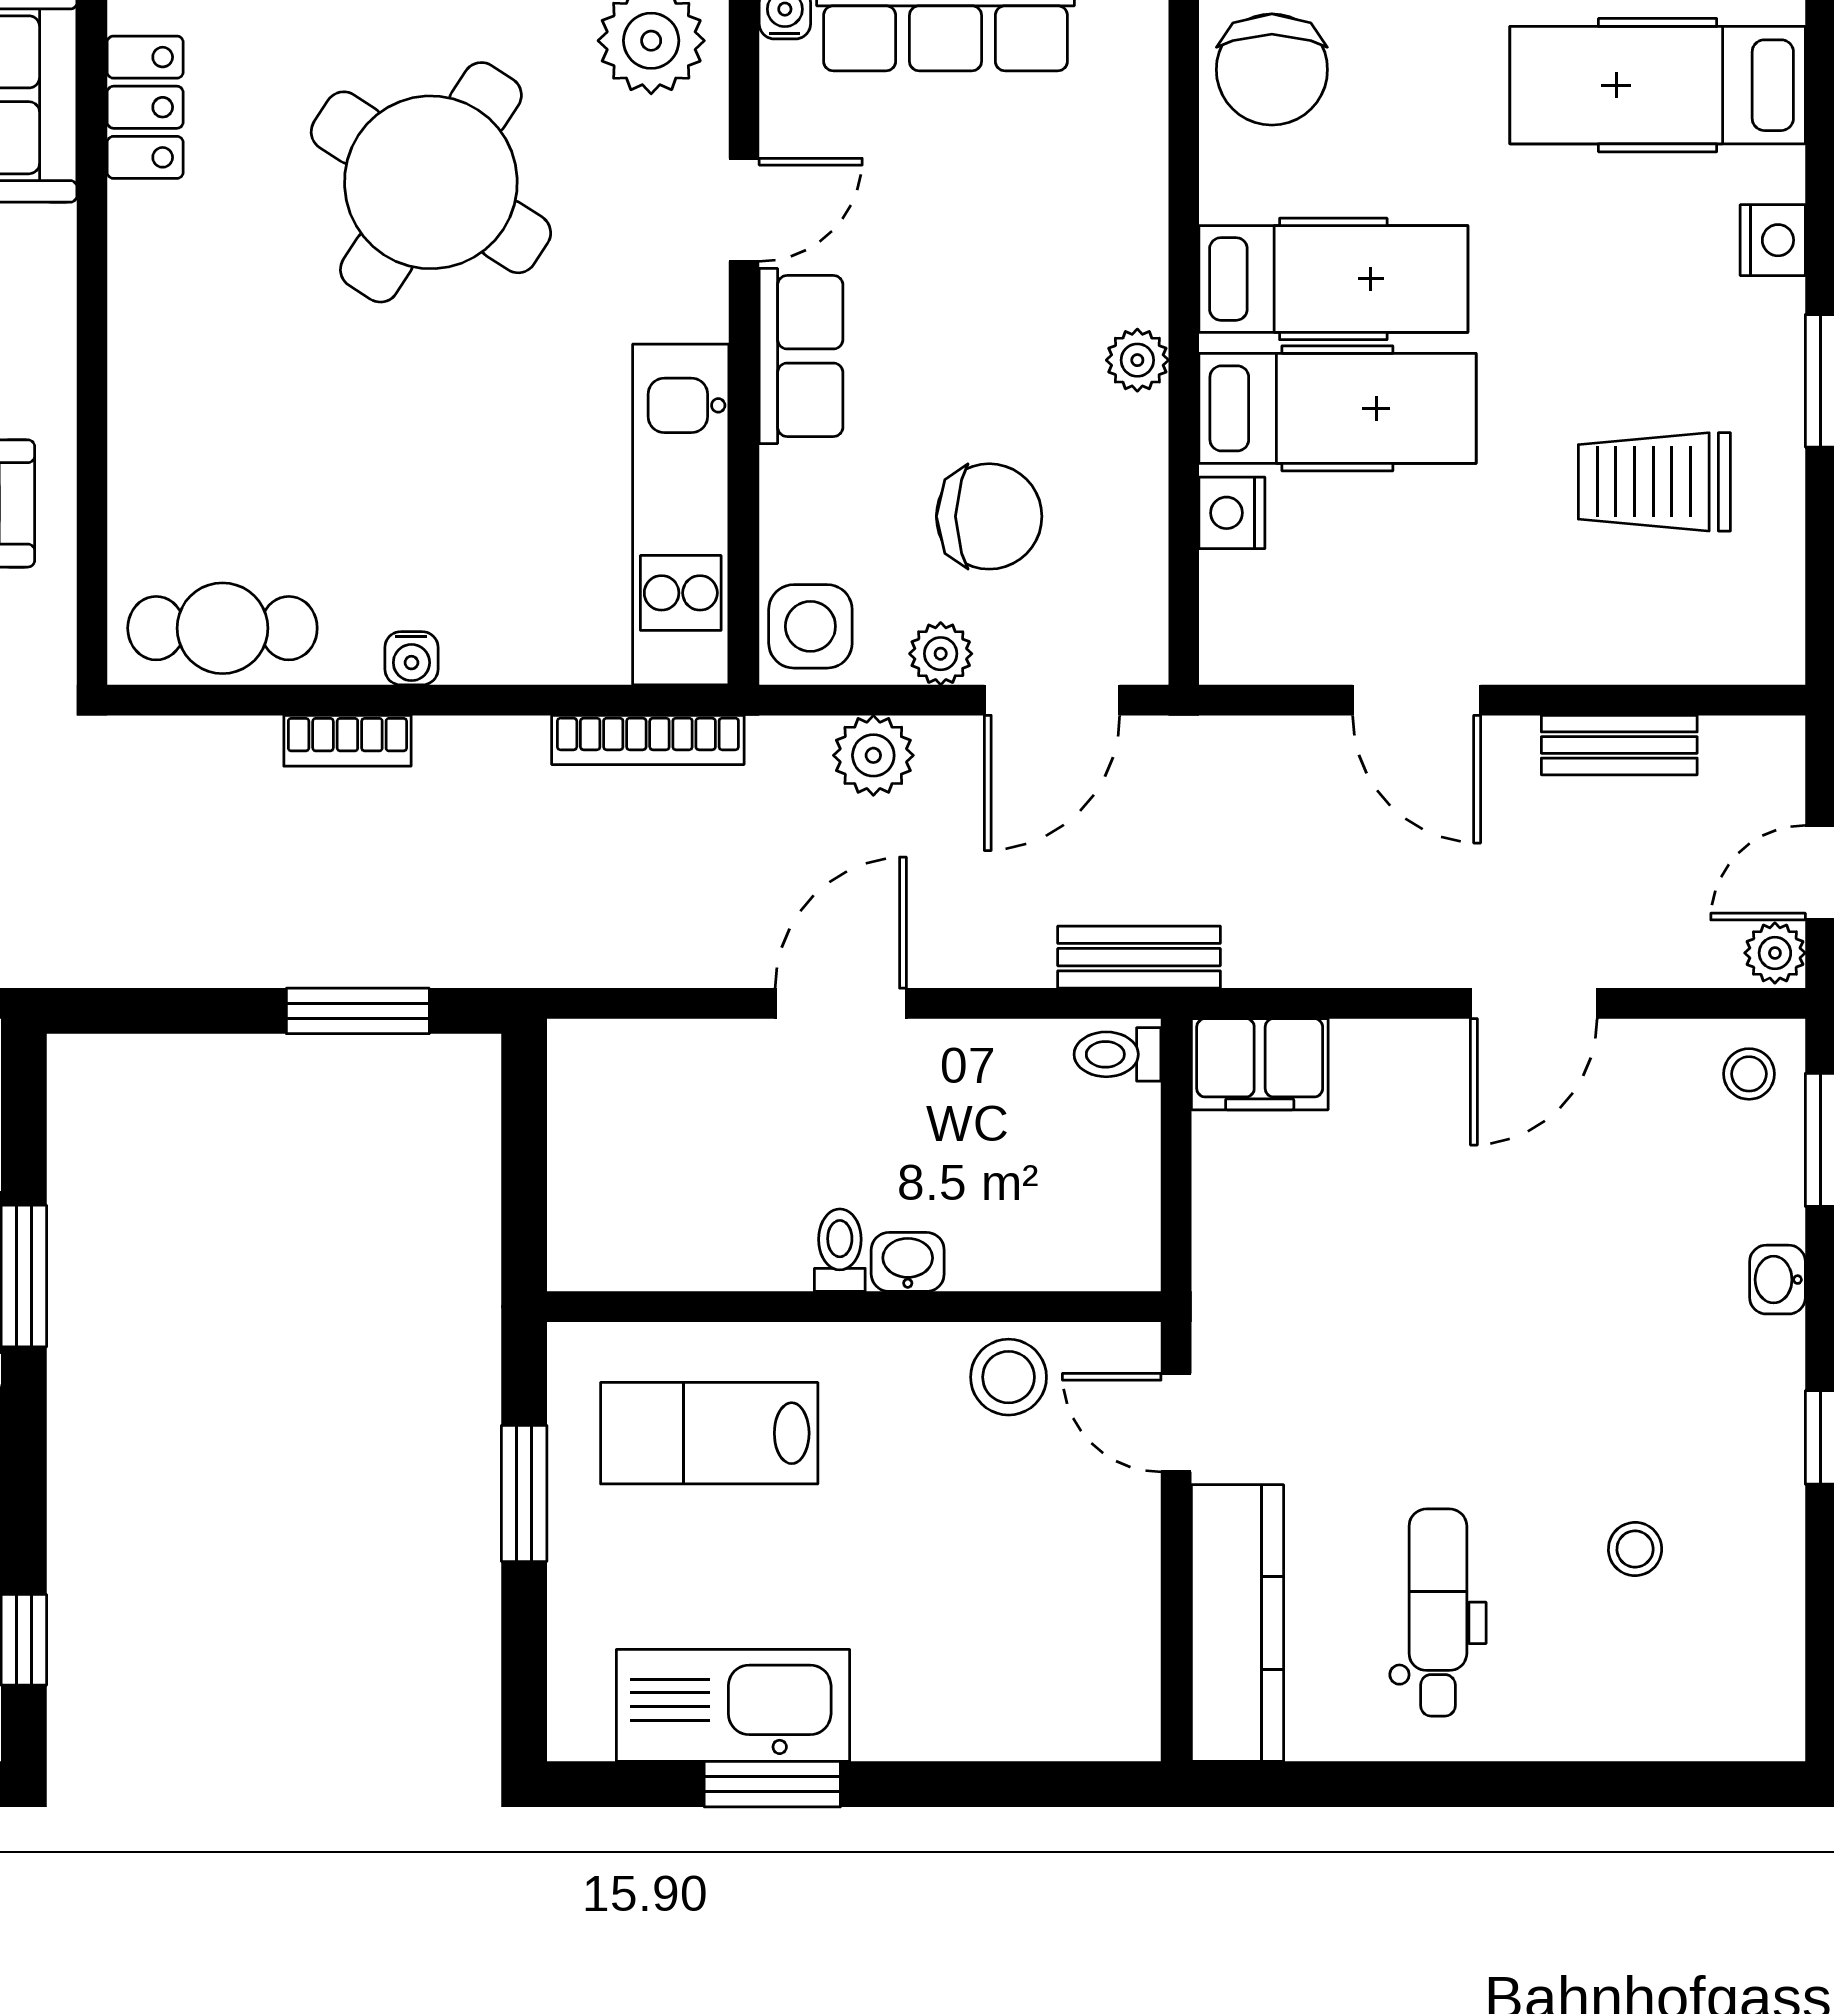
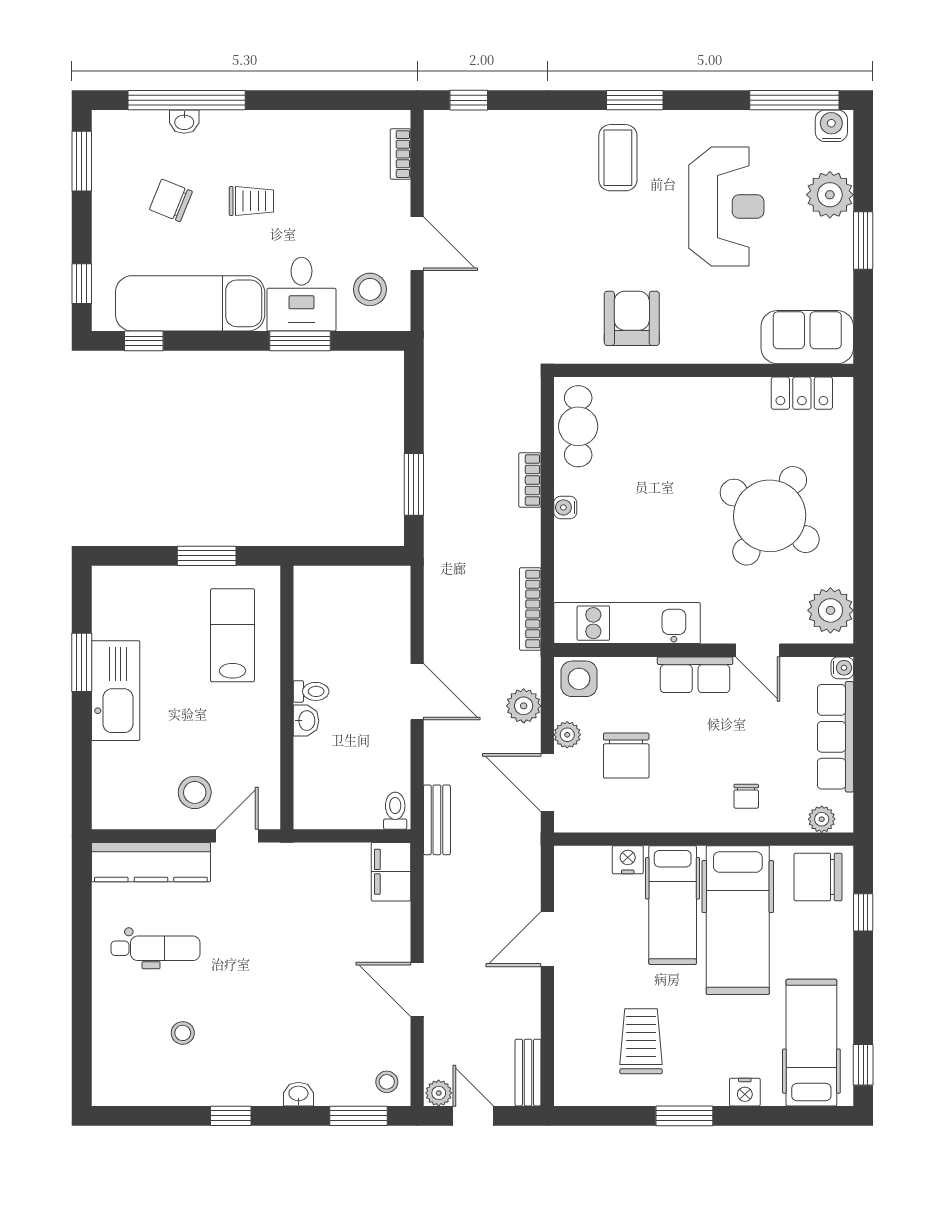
chair: (1084, 237) -> (746, 796), added
hospital bed: (1333, 279) -> (738, 920), width x1.37, depth x1.29
plant: (1137, 360) -> (822, 819), moved
bench: (1619, 745) -> (528, 1073), moved
stool: (1009, 1377) -> (195, 792), moved
kitchen sink: (733, 1705) -> (116, 691), moved

